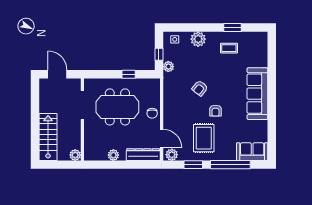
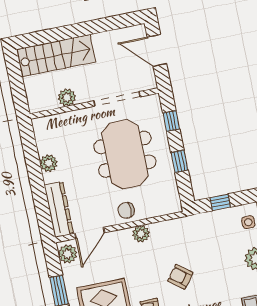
plant: (168, 67) -> (141, 234), moved
door: (57, 74) -> (157, 50), swing flipped
window: (103, 74) -> (171, 121), added
plant: (75, 155) -> (67, 98), moved

